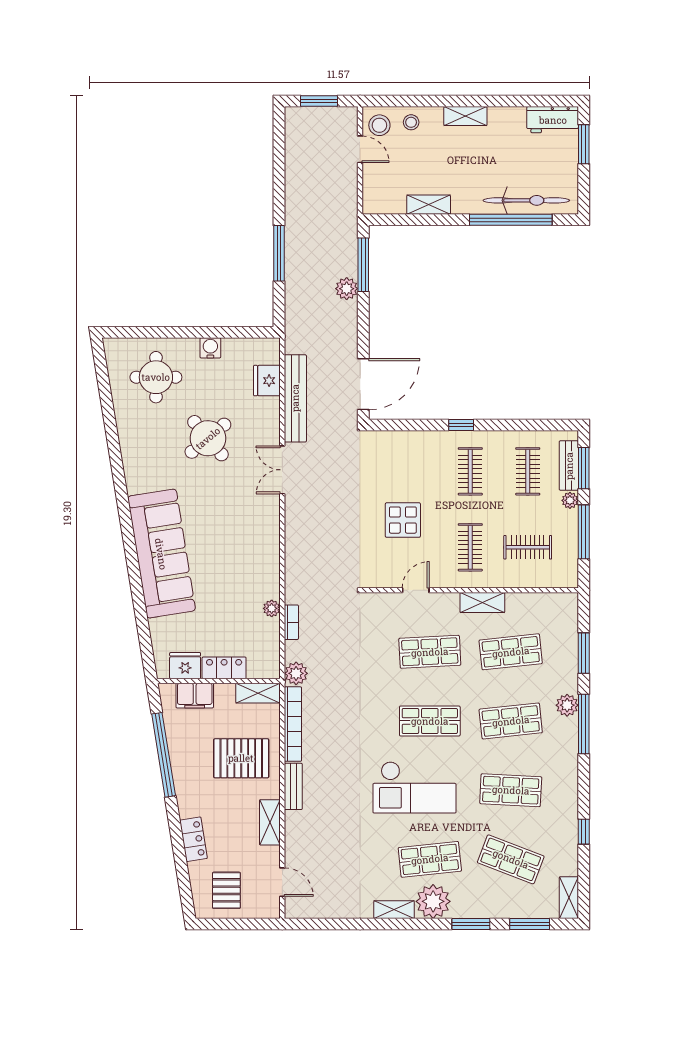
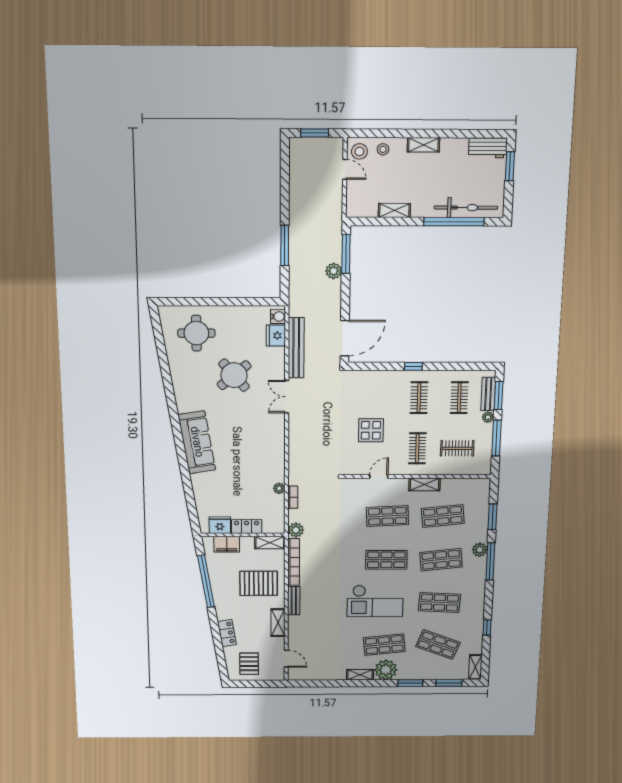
water cooler: (210, 348) -> (278, 316), moved, turned 90
sofa: (161, 554) -> (197, 442), width x0.74, depth x0.79

